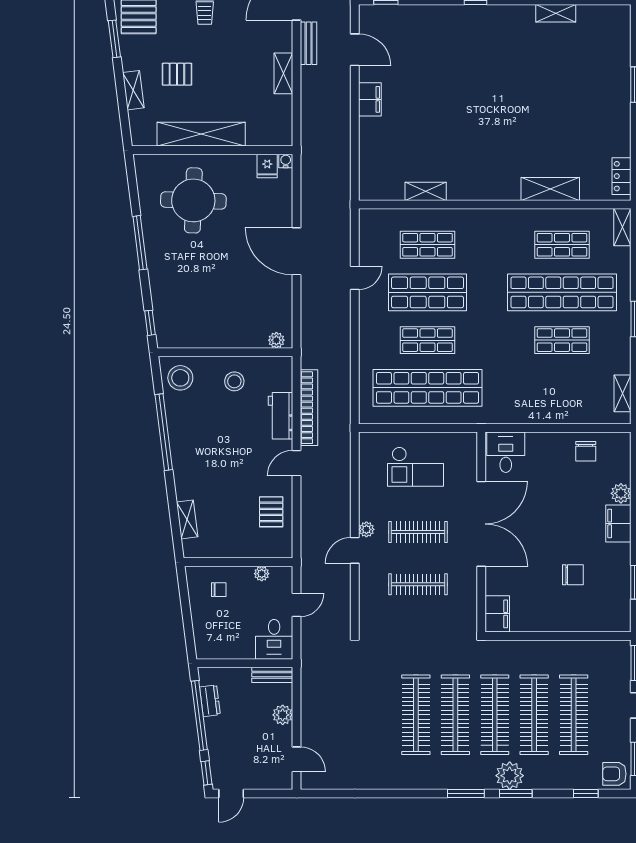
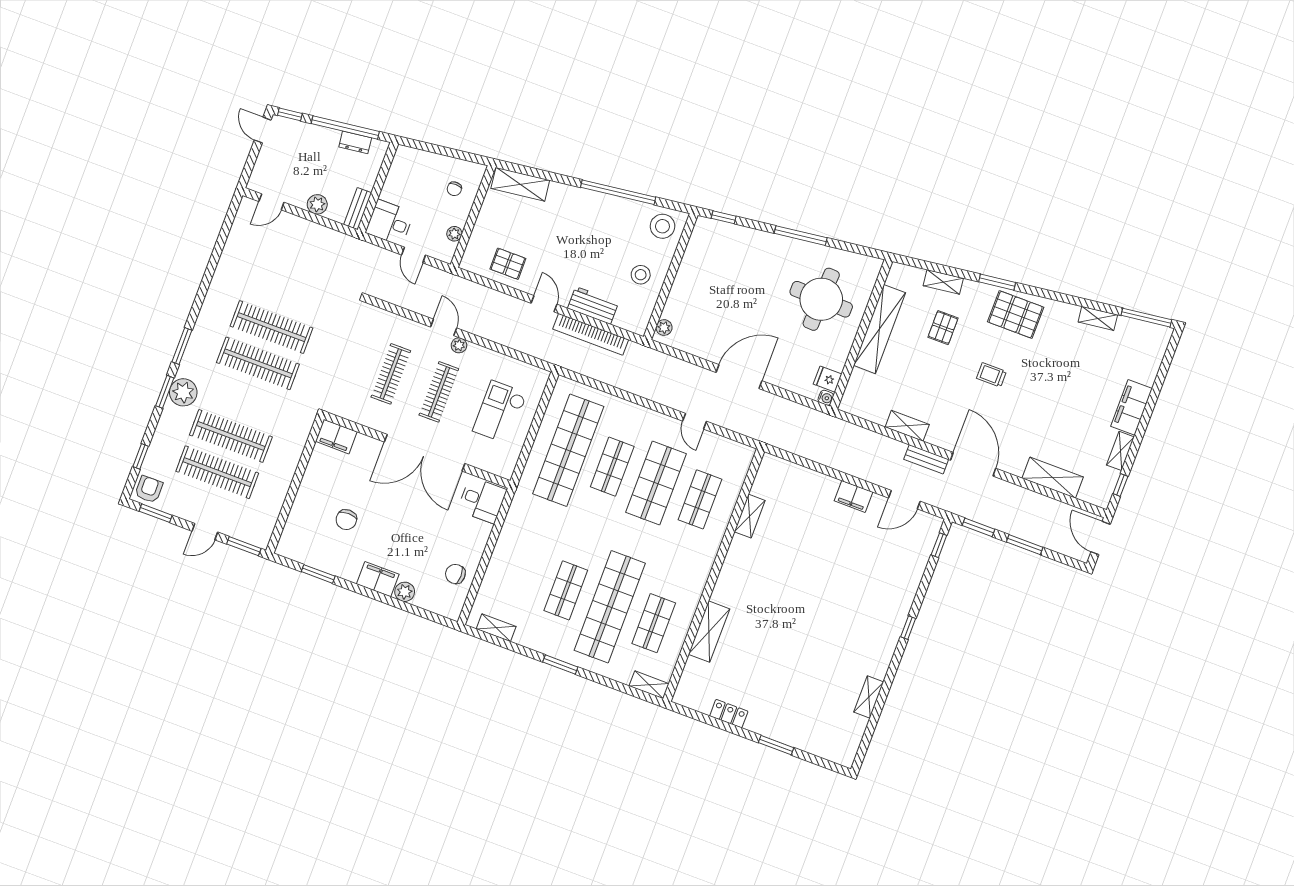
locker: (621, 176) -> (729, 714), moved
shelving: (187, 519) -> (520, 184), width x1.50, depth x1.33
clothes rail: (495, 715) -> (244, 400), removed

